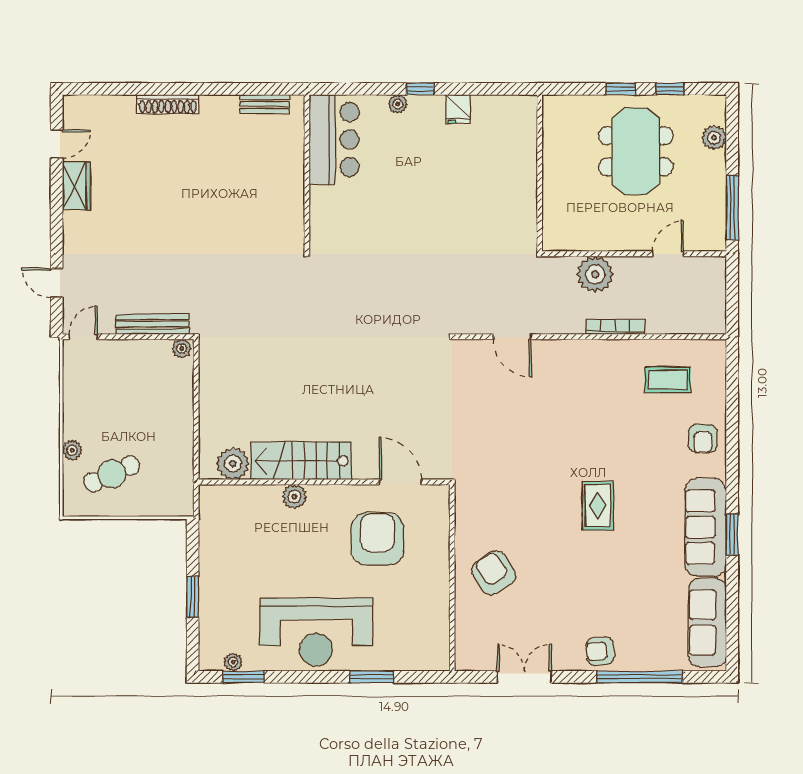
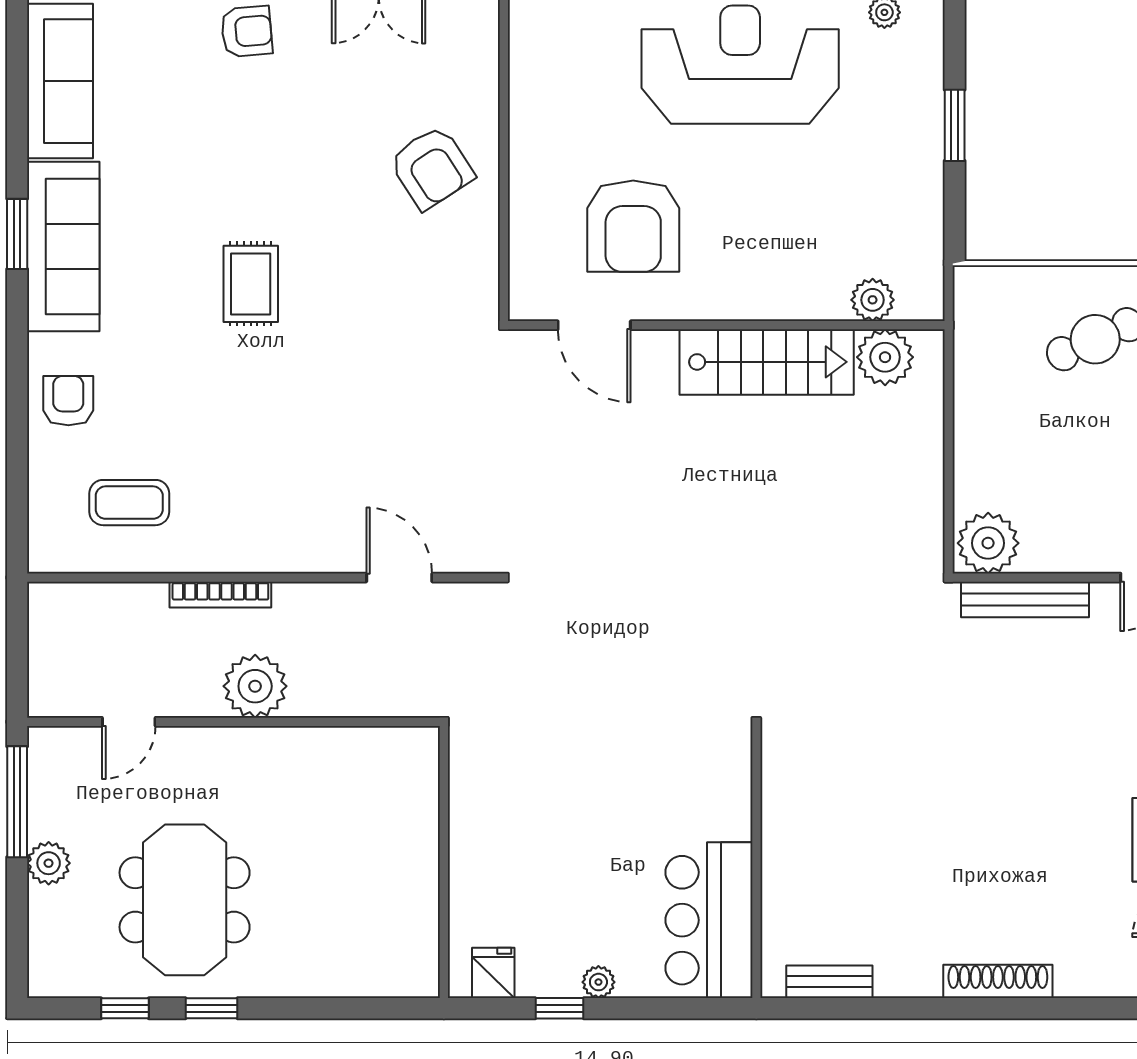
plant: (714, 138) -> (49, 863), moved
wall: (540, 173) -> (444, 862), moved
plant: (182, 348) -> (988, 543), width x1.87, depth x1.87
plant: (294, 497) -> (873, 300), moved

